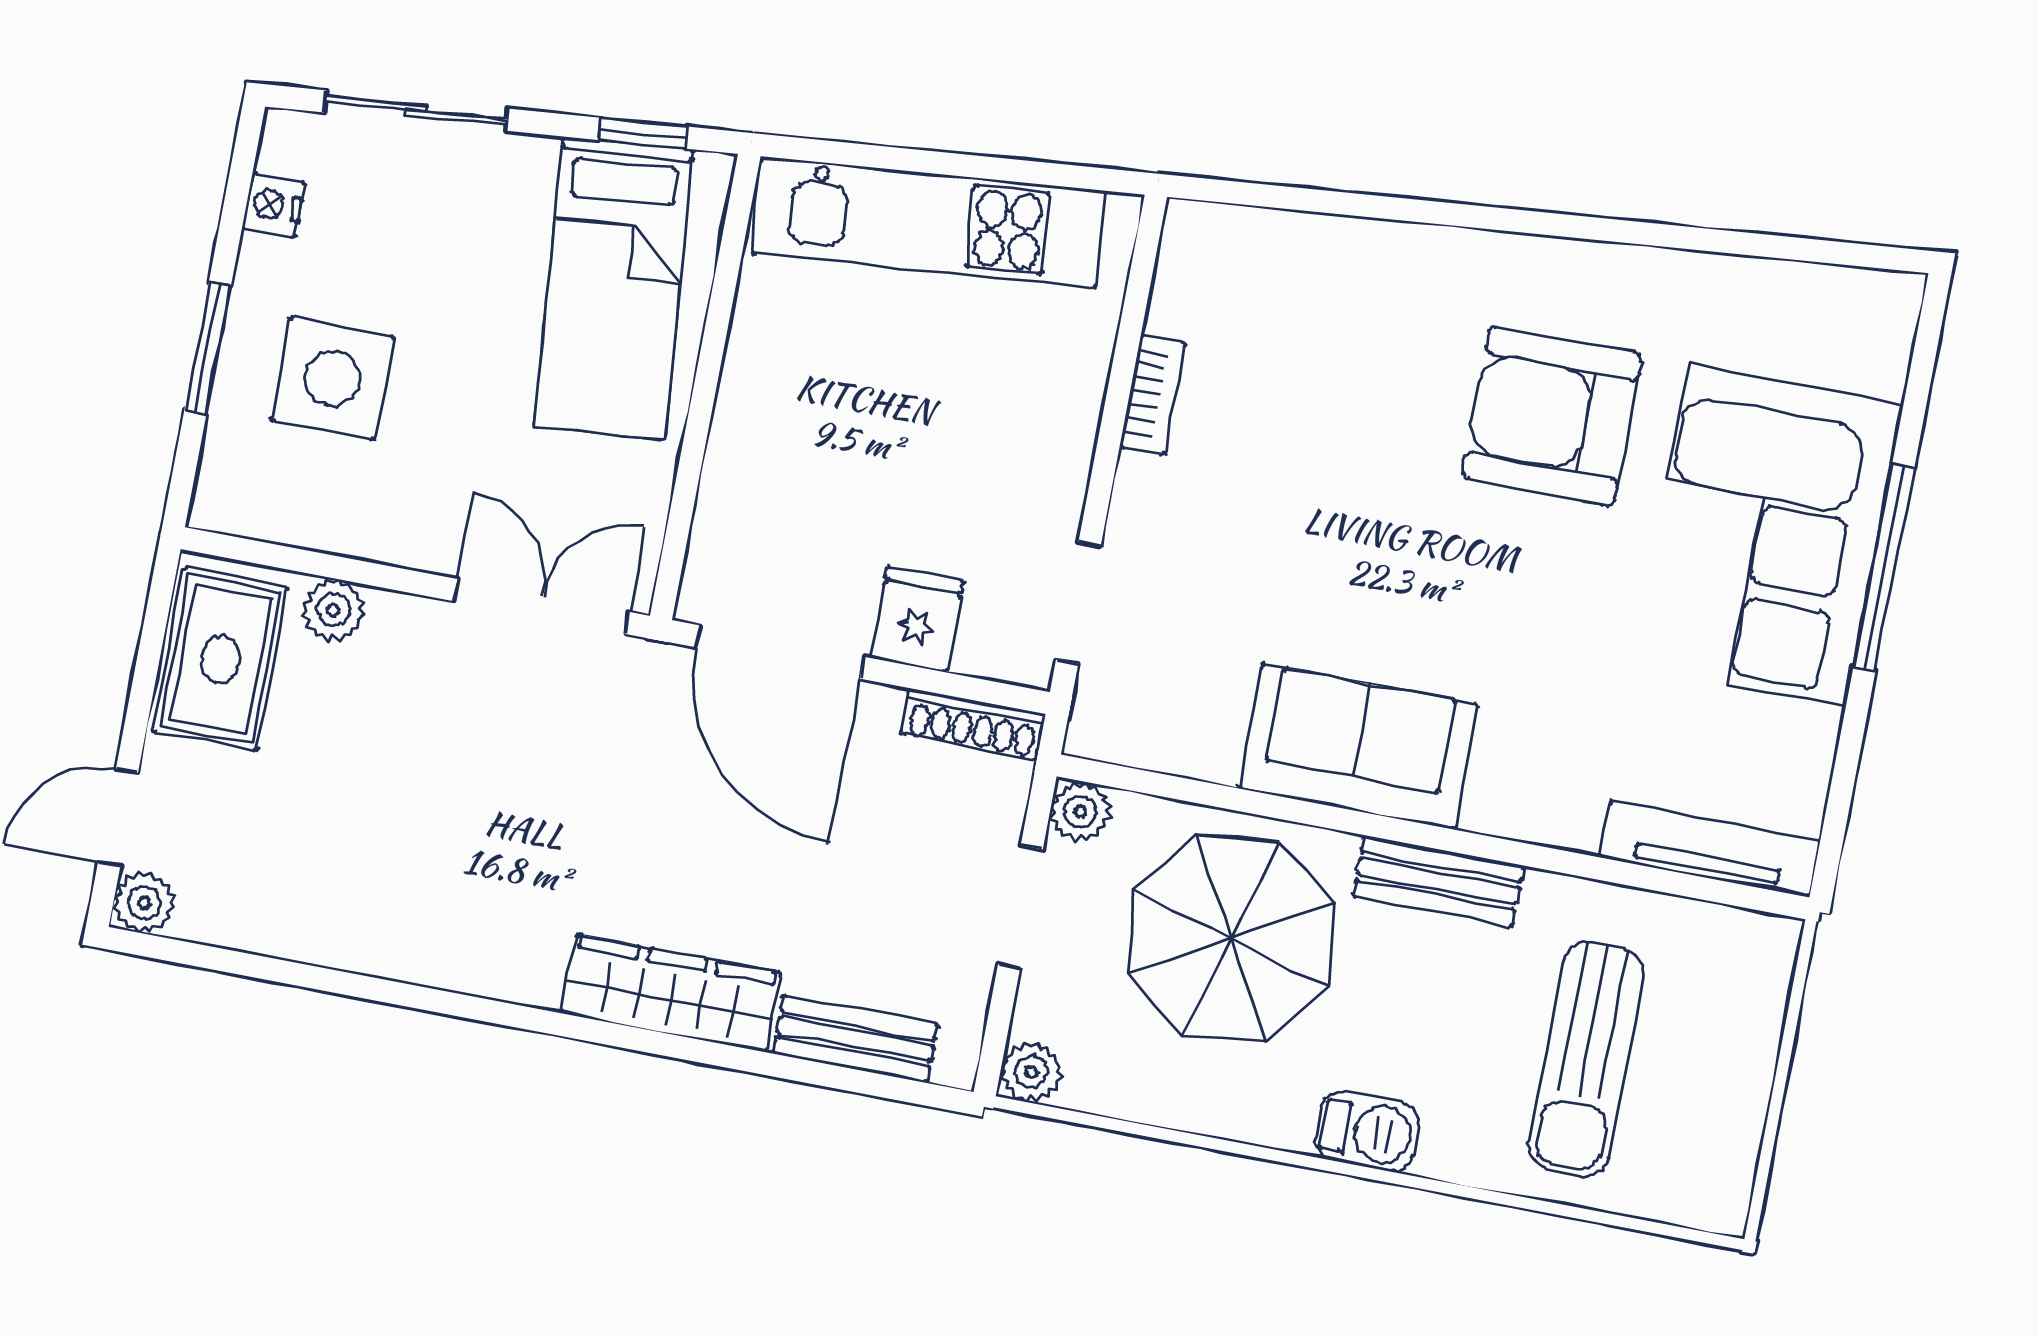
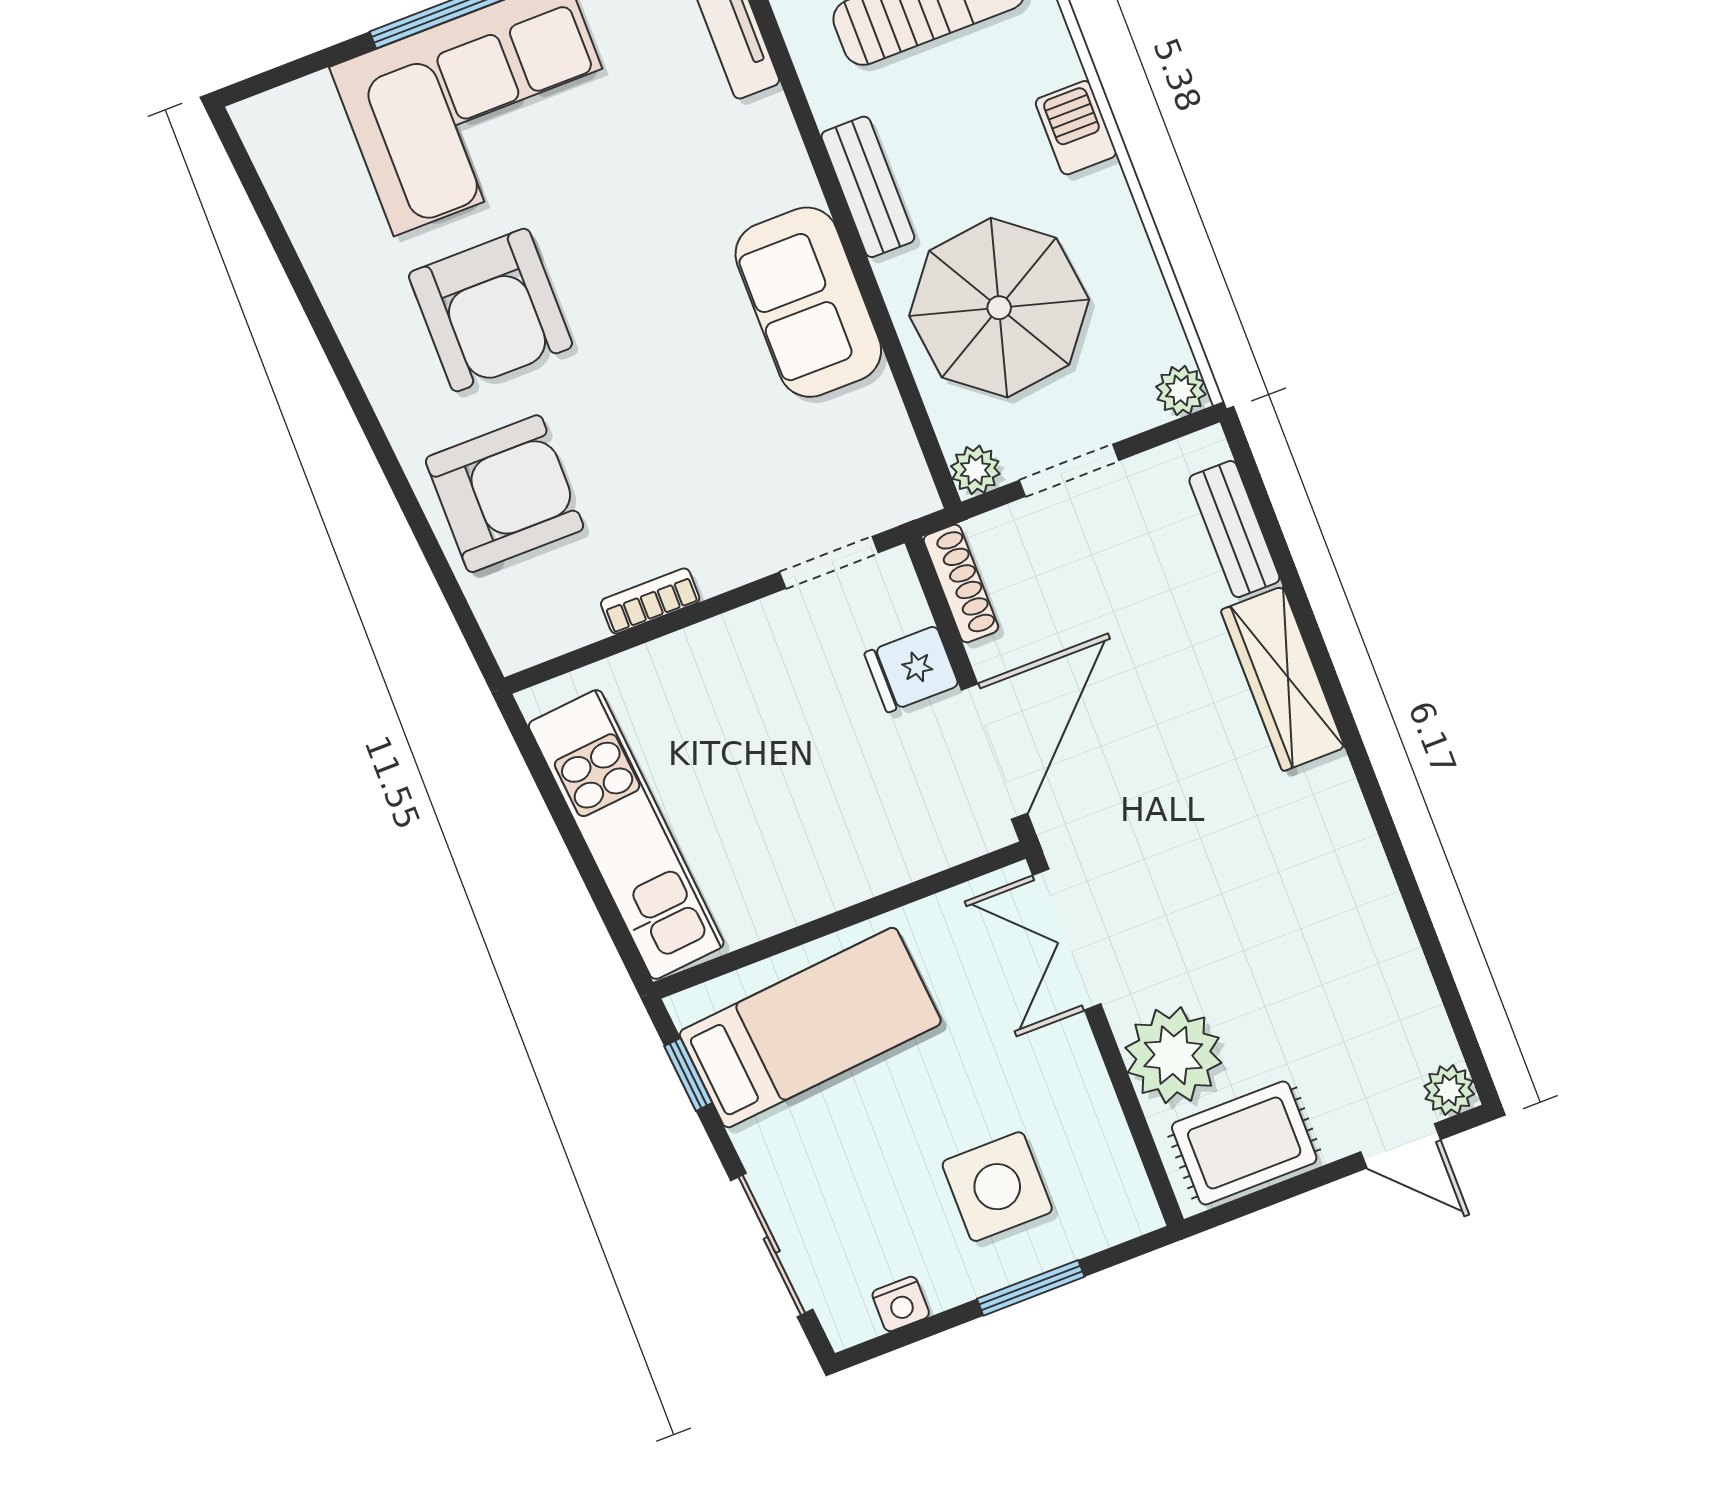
armchair: (1355, 314) -> (504, 494), added
plant: (333, 610) -> (1173, 1055), width x1.88, depth x1.88

